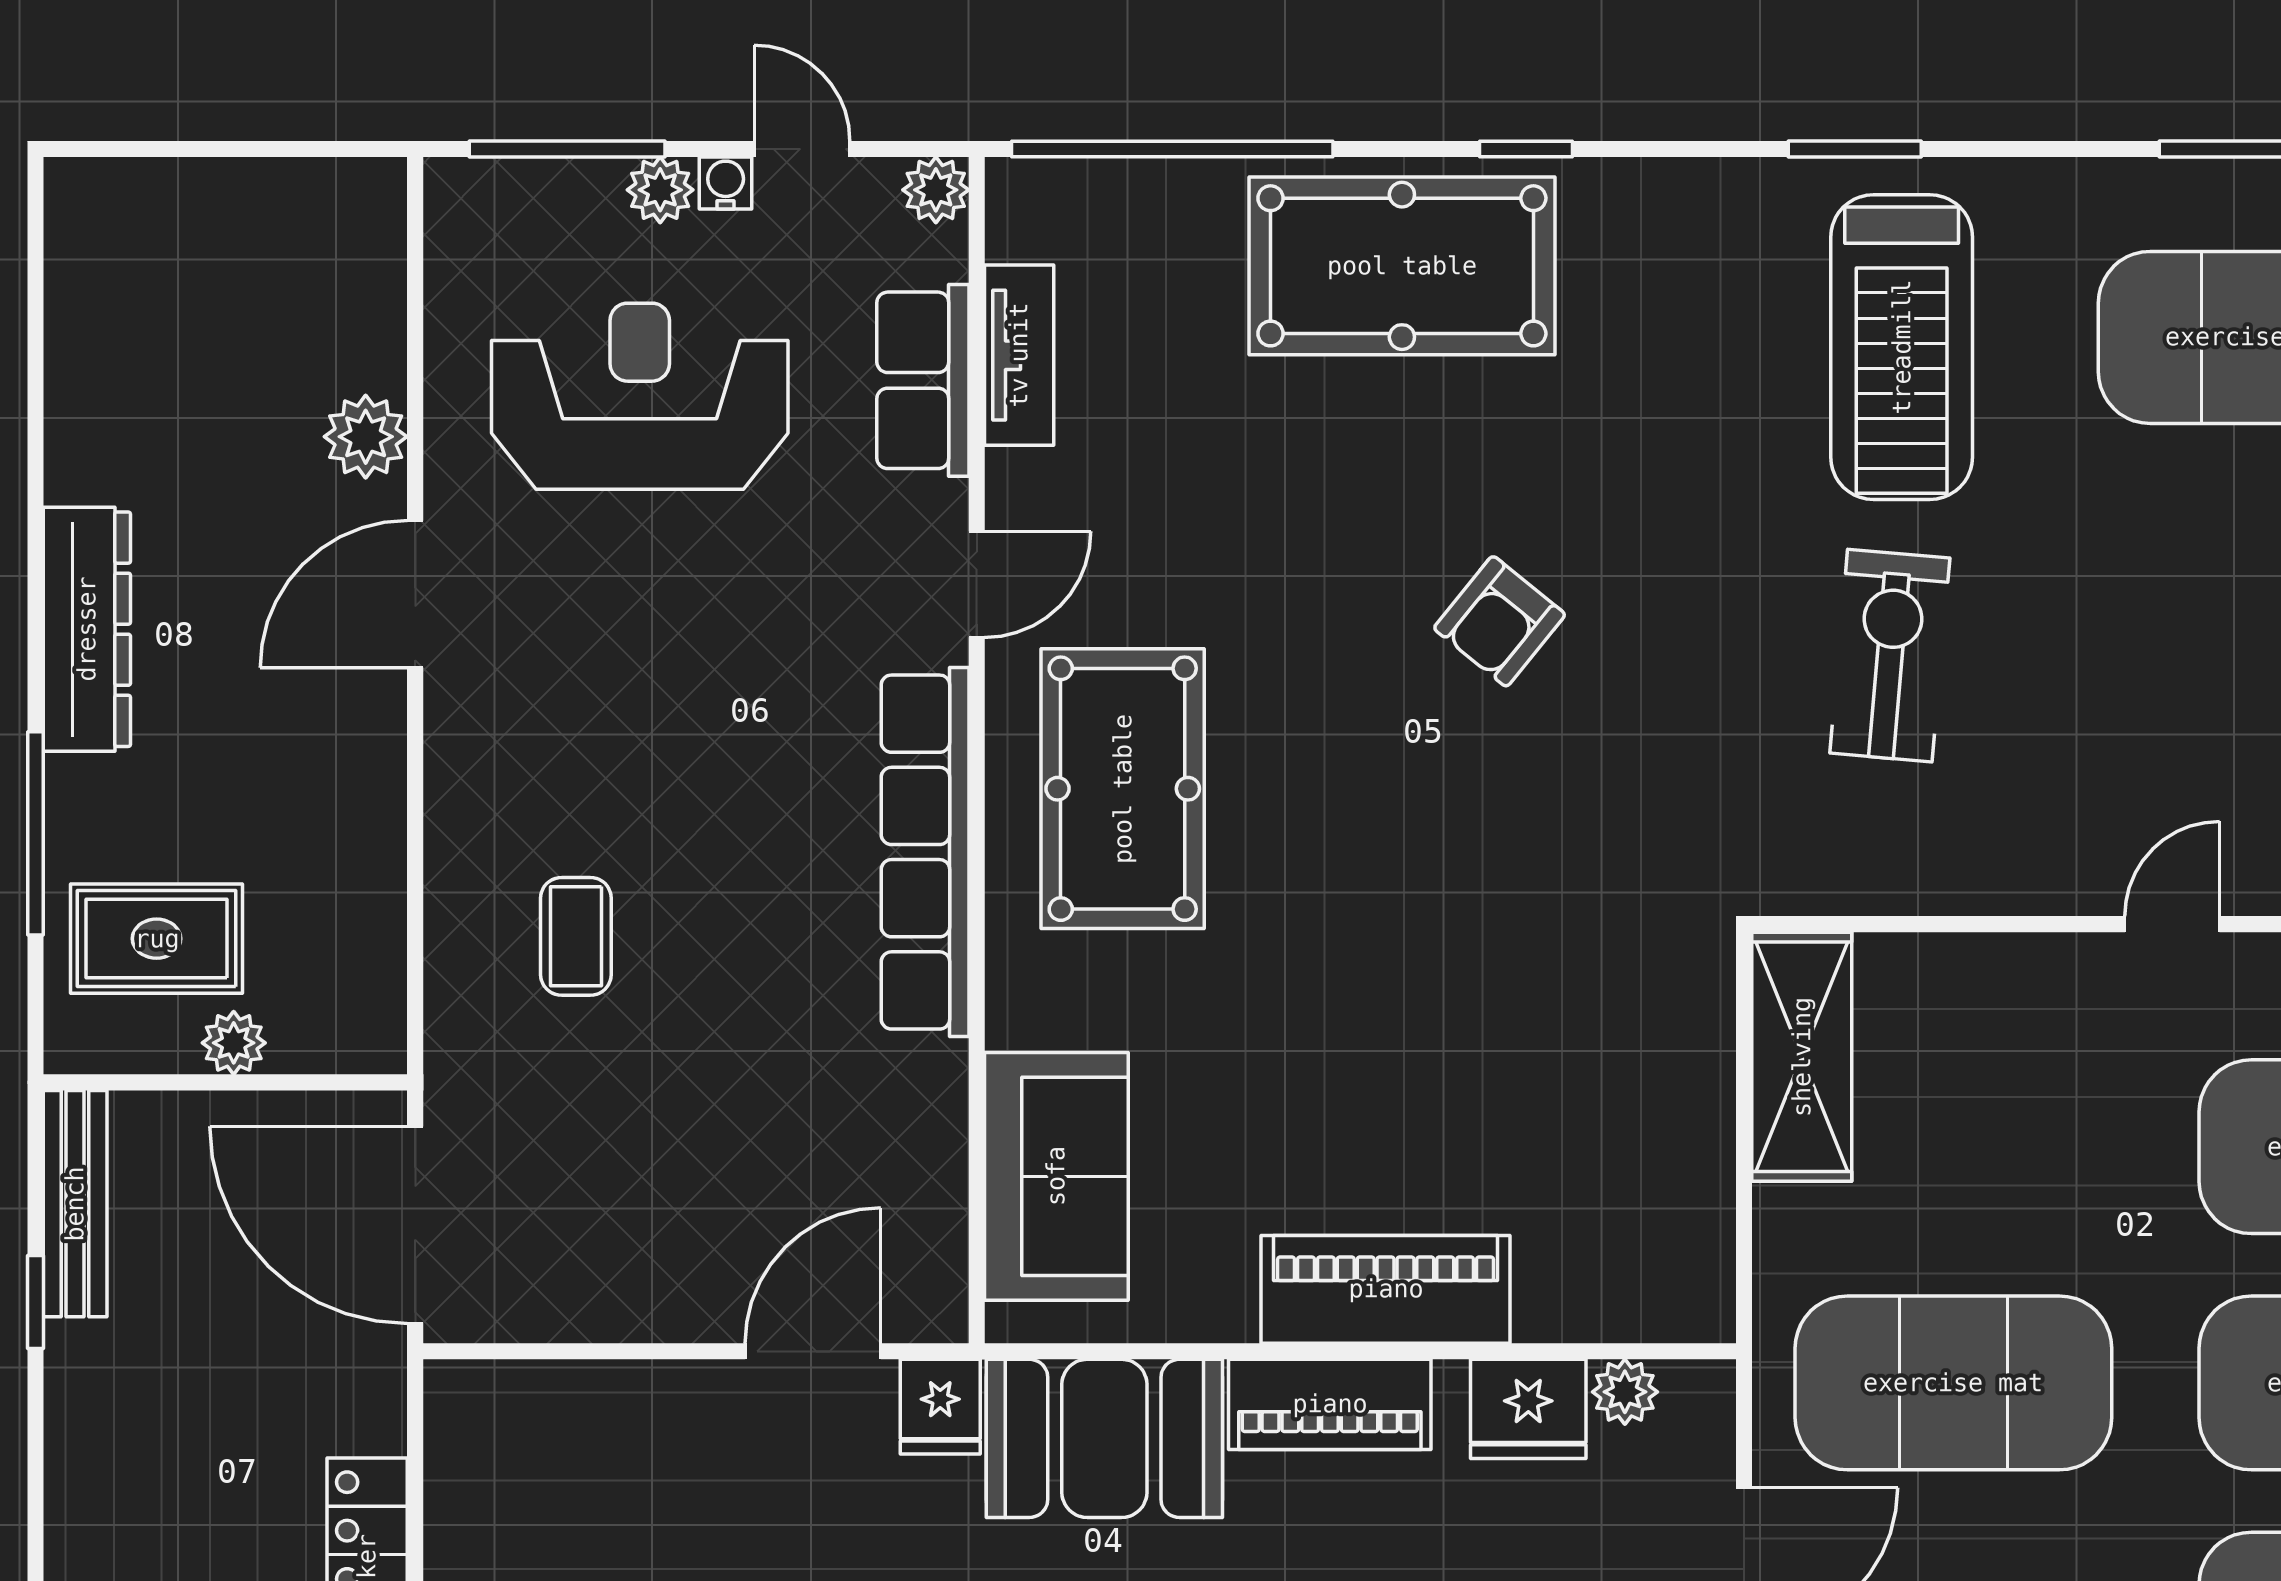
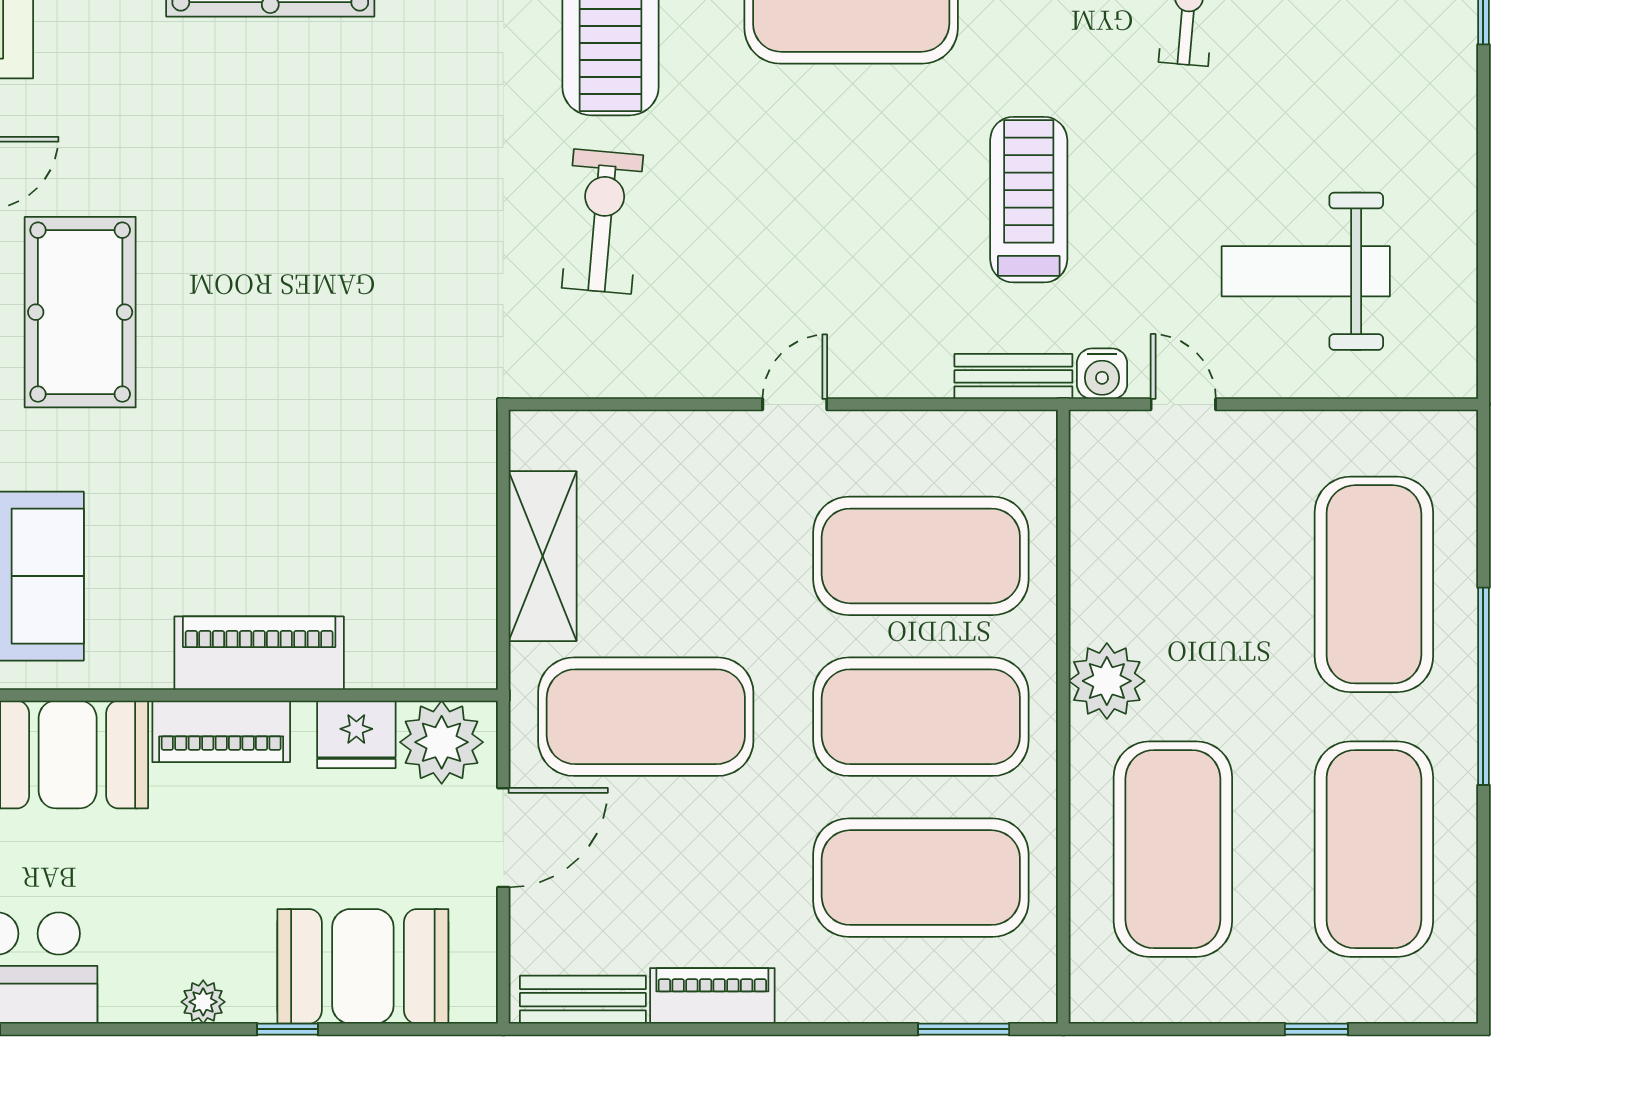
armchair: (1500, 621) -> (337, 198), removed
shelving: (1802, 1057) -> (543, 556), moved
plant: (1625, 1392) -> (442, 742), width x1.87, depth x1.87

